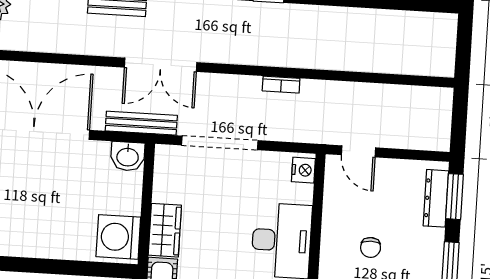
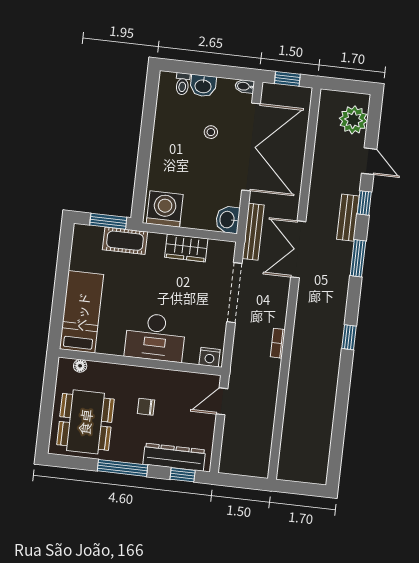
stool: (18, 183) -> (211, 132), added
window: (454, 197) -> (183, 475), width x0.67
dresser: (436, 198) -> (174, 457), width x1.37, depth x1.24
wardrobe: (165, 230) -> (186, 248), moved

